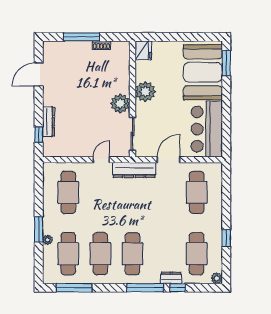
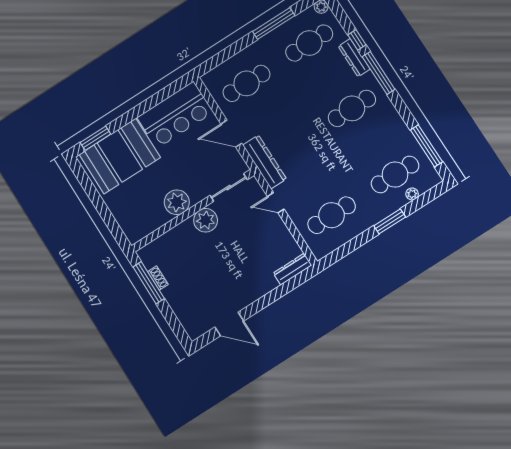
window: (82, 37) -> (149, 283), moved
fridge: (143, 50) -> (136, 231), removed
dresser: (49, 122) -> (292, 269), moved
window: (39, 135) -> (292, 284), removed
window: (226, 238) -> (274, 23), width x2.17
plant: (48, 240) -> (412, 194), moved
cafe table: (100, 254) -> (373, 141), removed
dresser: (171, 278) -> (354, 58), width x1.44

